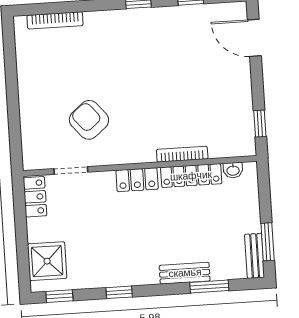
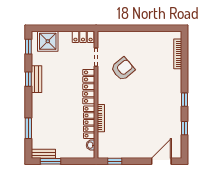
locker: (137, 180) -> (89, 87), width x1.53
bench: (185, 273) -> (36, 79), moved

